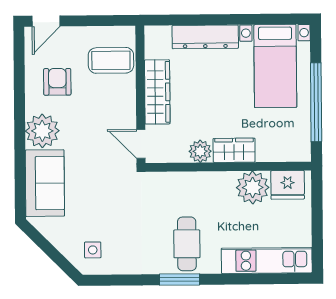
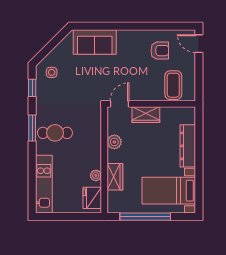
wardrobe: (157, 92) -> (146, 115), width x0.67
plant: (42, 131) -> (128, 41), removed
wardrobe: (234, 150) -> (115, 177), moved
plant: (253, 187) -> (96, 175), width x0.53, depth x0.53
window: (117, 280) -> (32, 88), added

